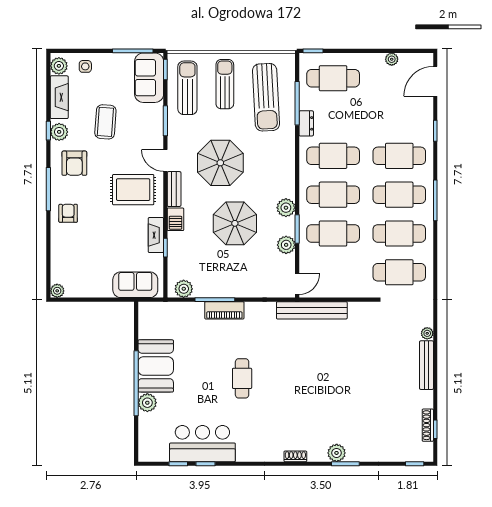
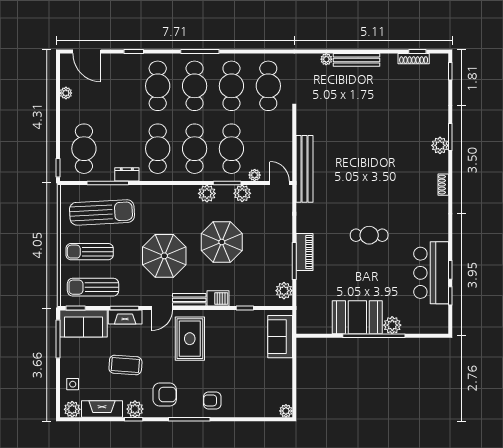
fireplace: (156, 235) -> (125, 317), moved
plant: (305, 258) -> (255, 175), added

